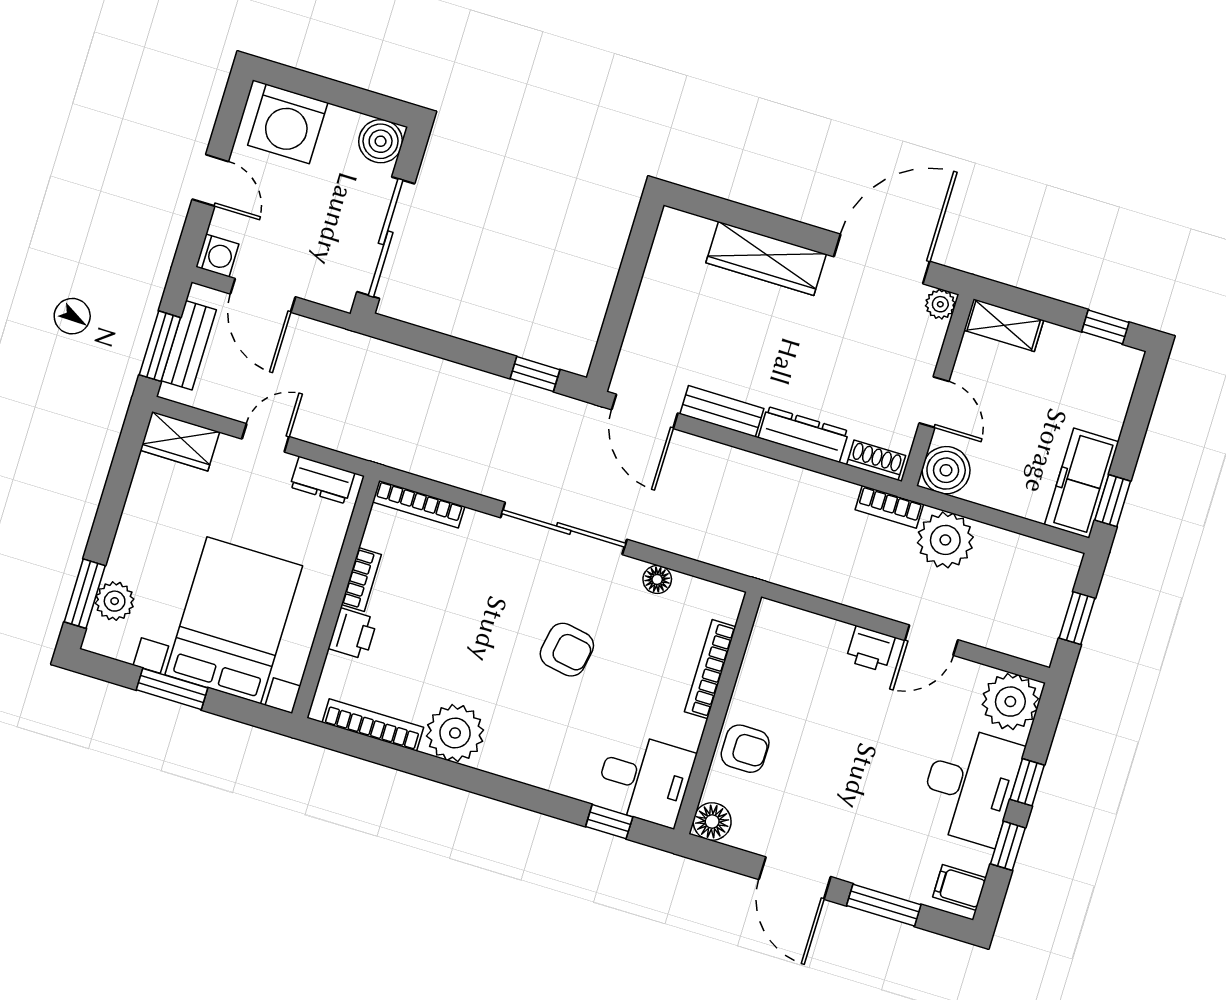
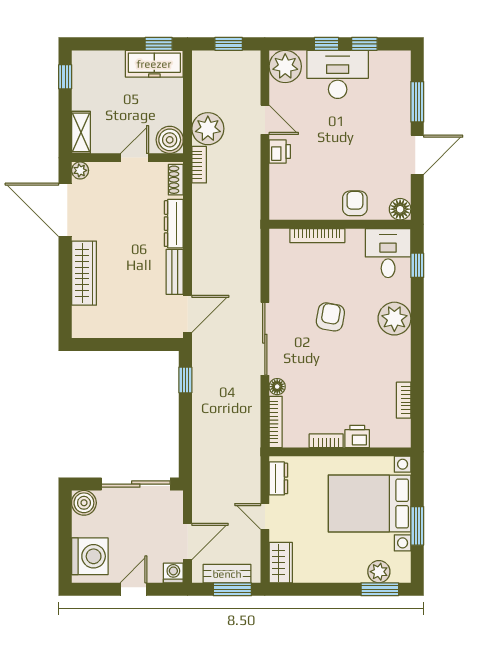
floor lamp: (657, 579) -> (277, 387), moved
bookcase: (373, 725) -> (404, 400), width x0.64
plant: (455, 733) -> (394, 319), moved
filing cabinet: (959, 887) -> (395, 63), removed

